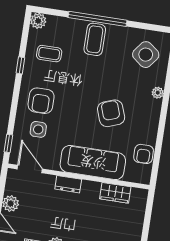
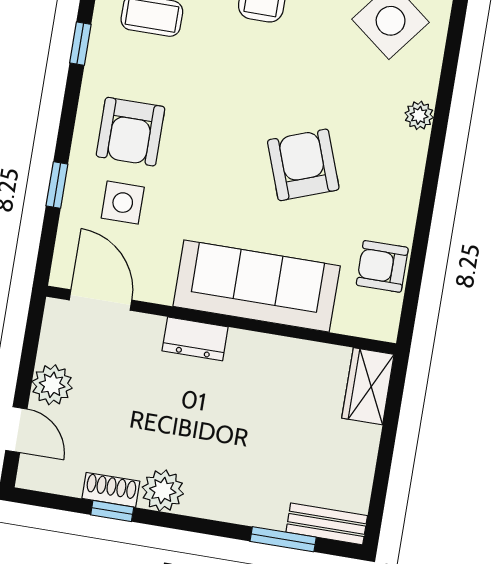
window: (8, 143) -> (57, 185), moved
armchair: (144, 154) -> (382, 266), turned 90
wardrobe: (115, 193) -> (368, 386), moved, turned 90

